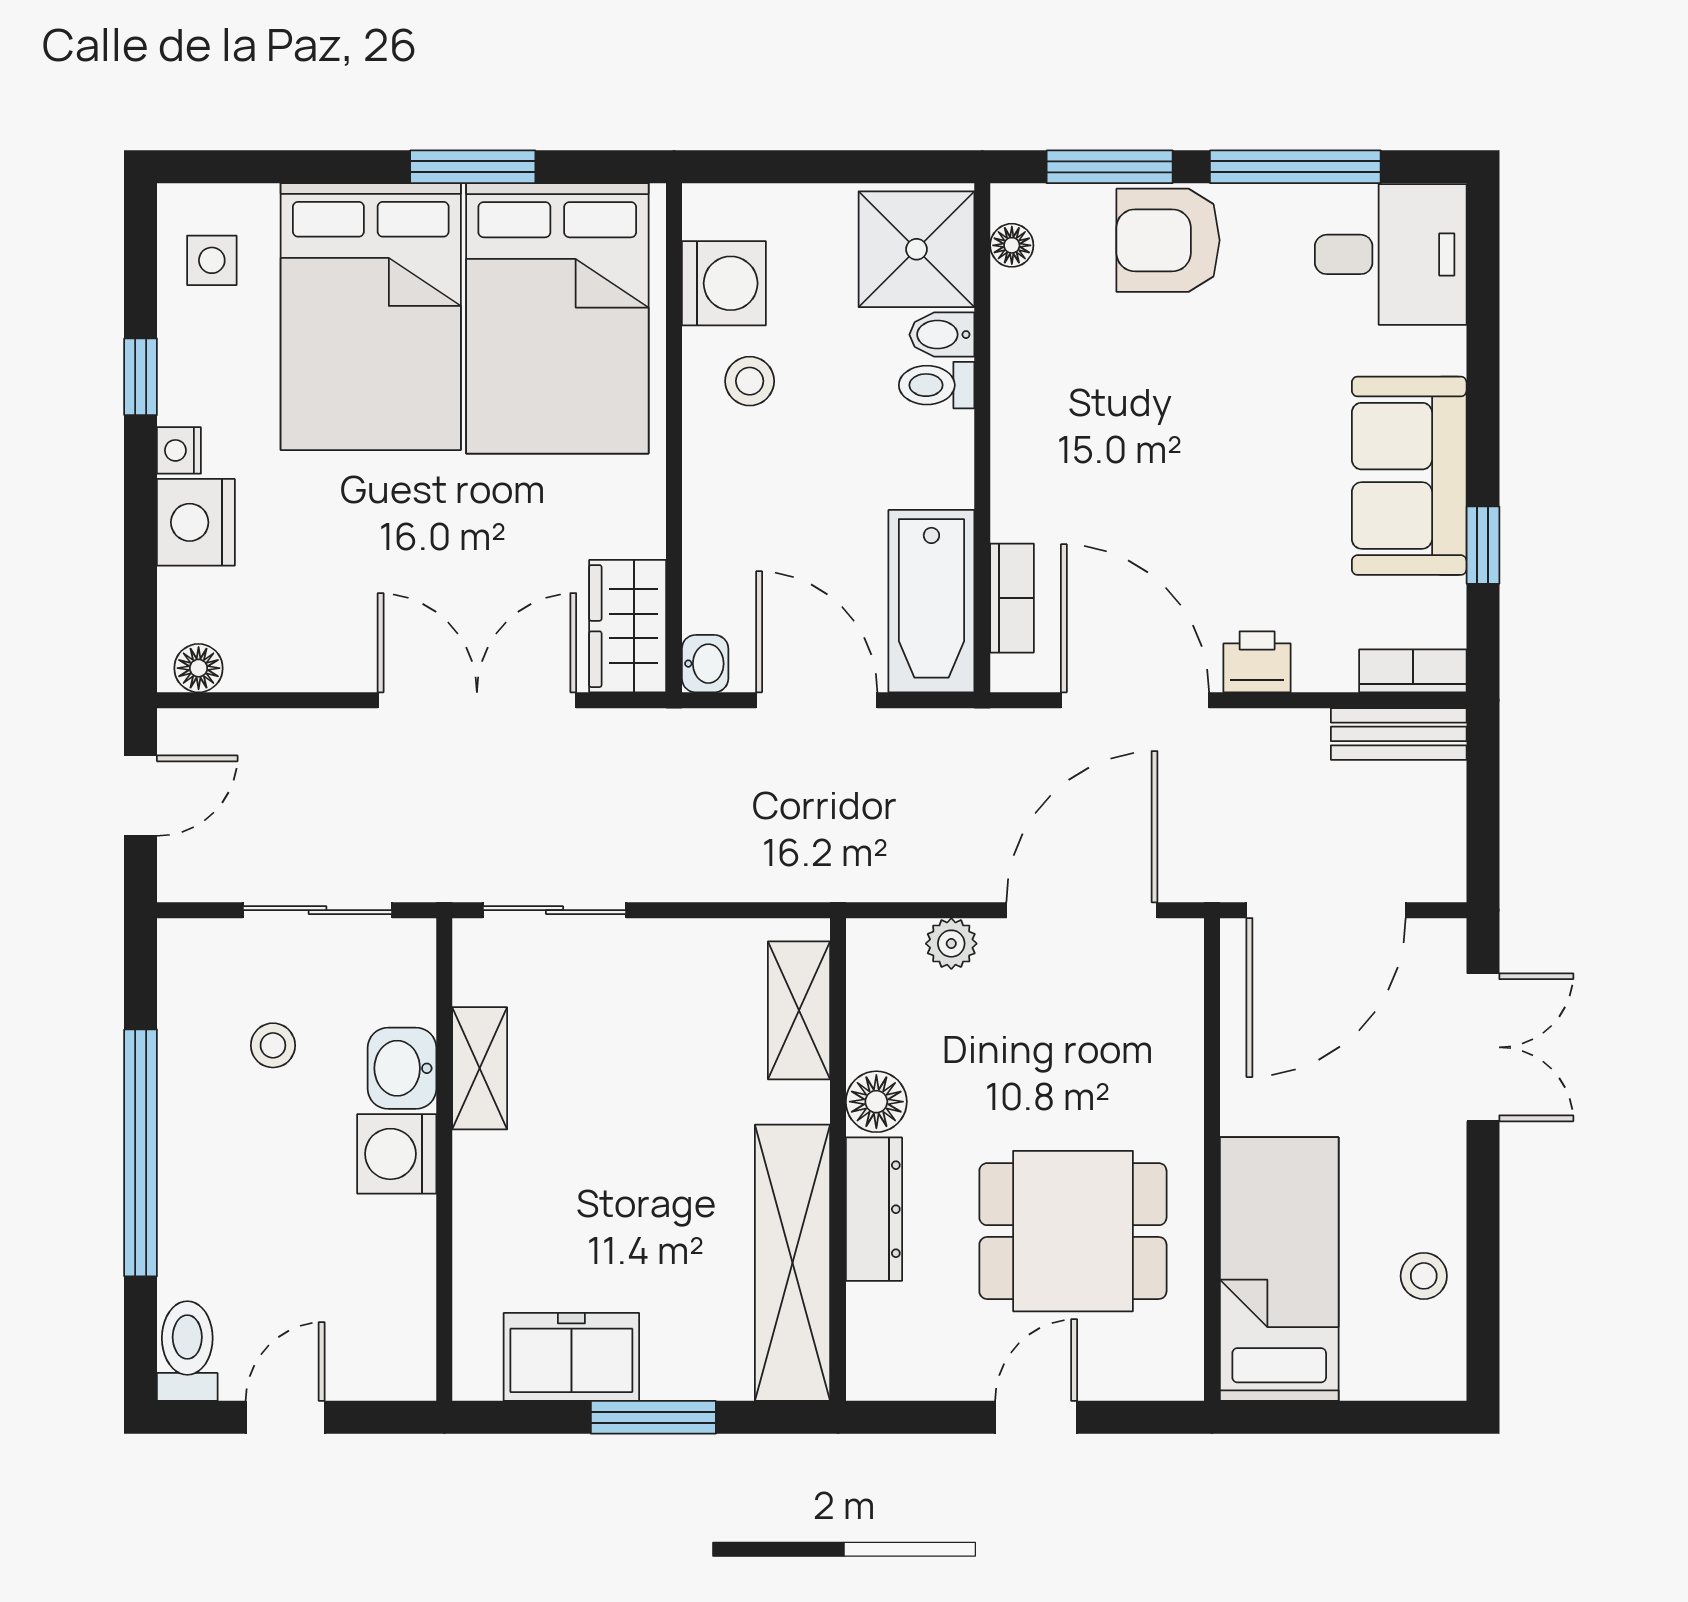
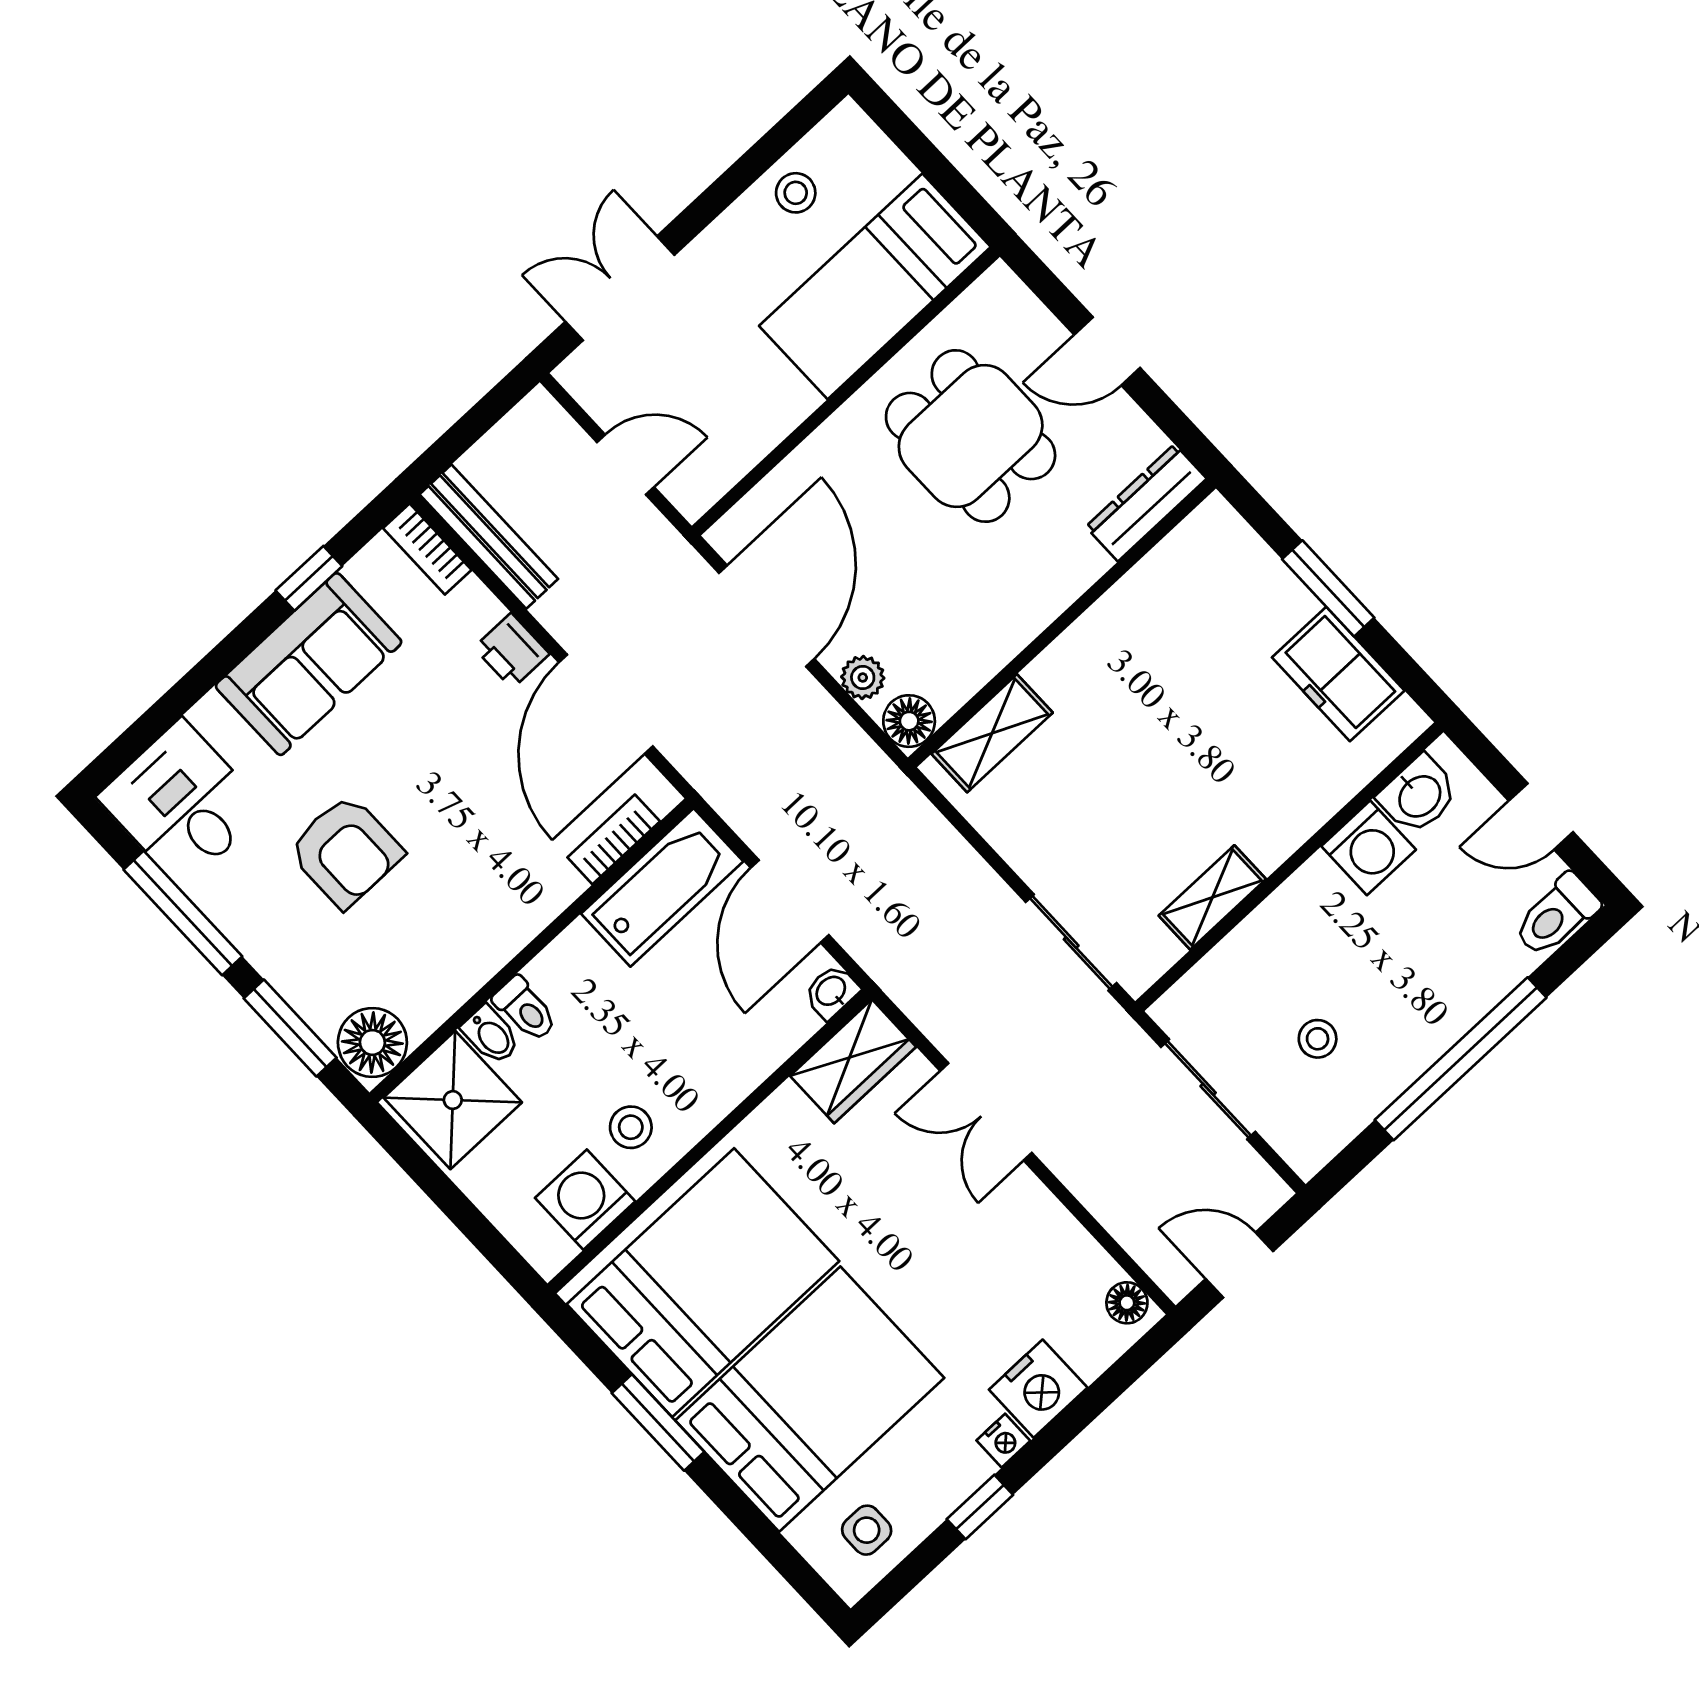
armchair: (1168, 240) -> (346, 851), moved
floor lamp: (1012, 245) -> (372, 1042), width x1.89, depth x1.89
double door: (477, 700) -> (986, 1112), width x0.73
bench: (1399, 734) -> (489, 537), width x1.36
door: (1082, 910) -> (767, 616), swing flipped
door: (1326, 910) -> (626, 465), width x0.53
washbasin: (402, 1068) -> (1419, 795), moved
floor lamp: (876, 1102) -> (909, 721), moved
washing machine: (397, 1154) -> (1369, 848), moved
dresser: (874, 1209) -> (1146, 503), moved
shelving: (792, 1263) -> (1152, 591), removed

